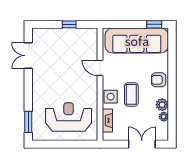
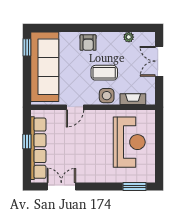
row of seats: (63, 35) -> (38, 148), added
double door: (28, 56) -> (61, 187), swing flipped
plant: (162, 105) -> (116, 39), removed
reception desk: (69, 117) -> (129, 142), turned 180

